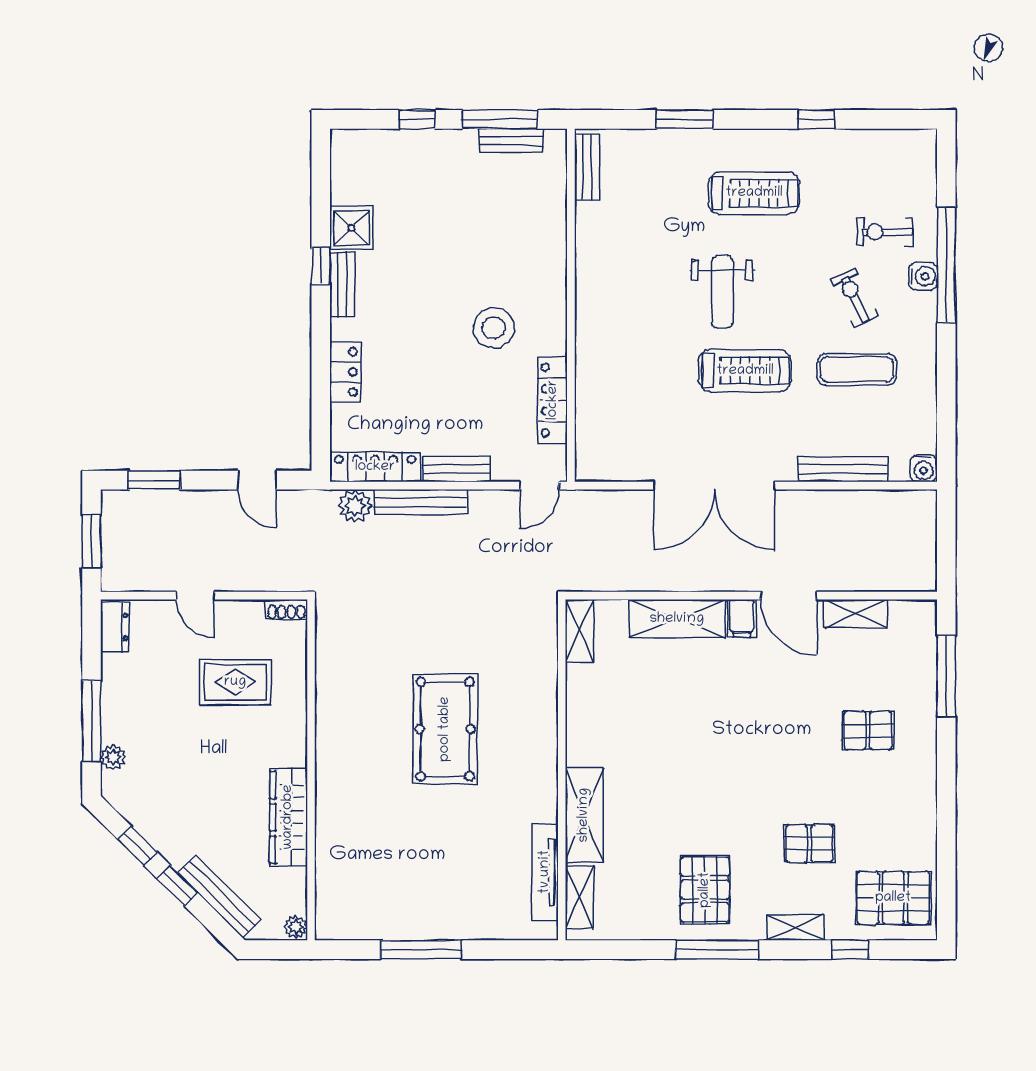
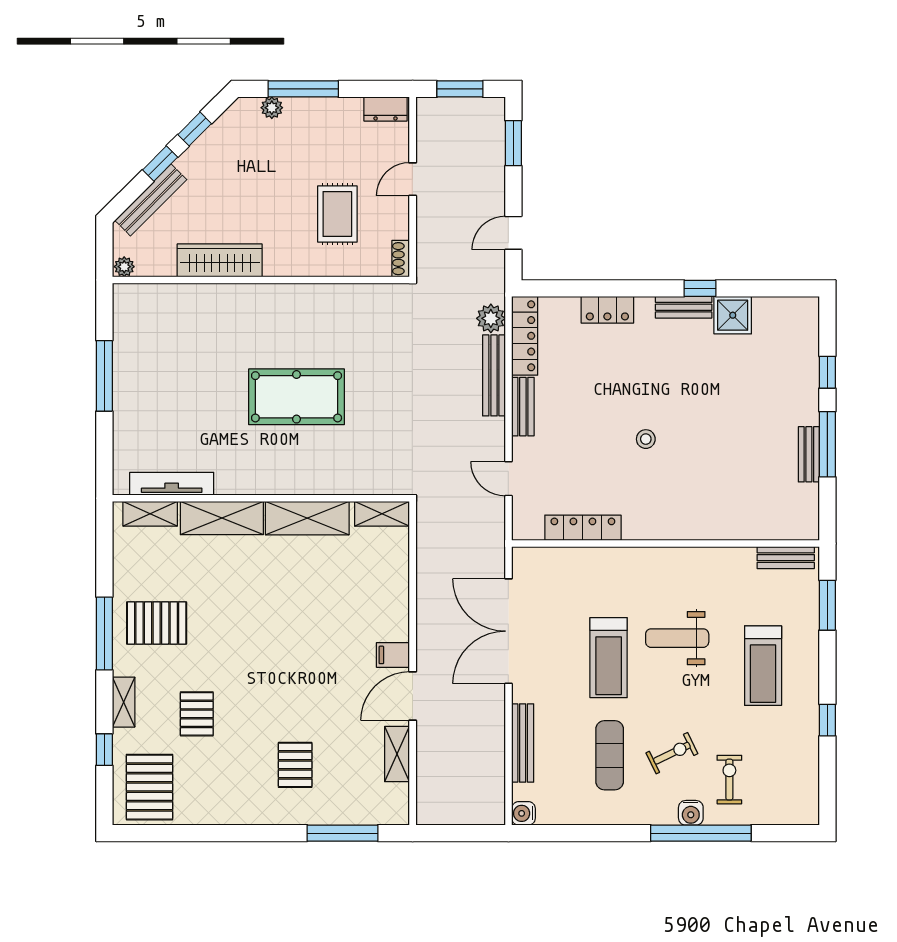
bench: (587, 167) -> (786, 558), moved
wall: (571, 305) -> (666, 544), moved
stool: (494, 328) -> (646, 439), width x0.53, depth x0.53
locker: (553, 400) -> (583, 528), moved
shelving: (677, 619) -> (307, 518), moved, turned 90

